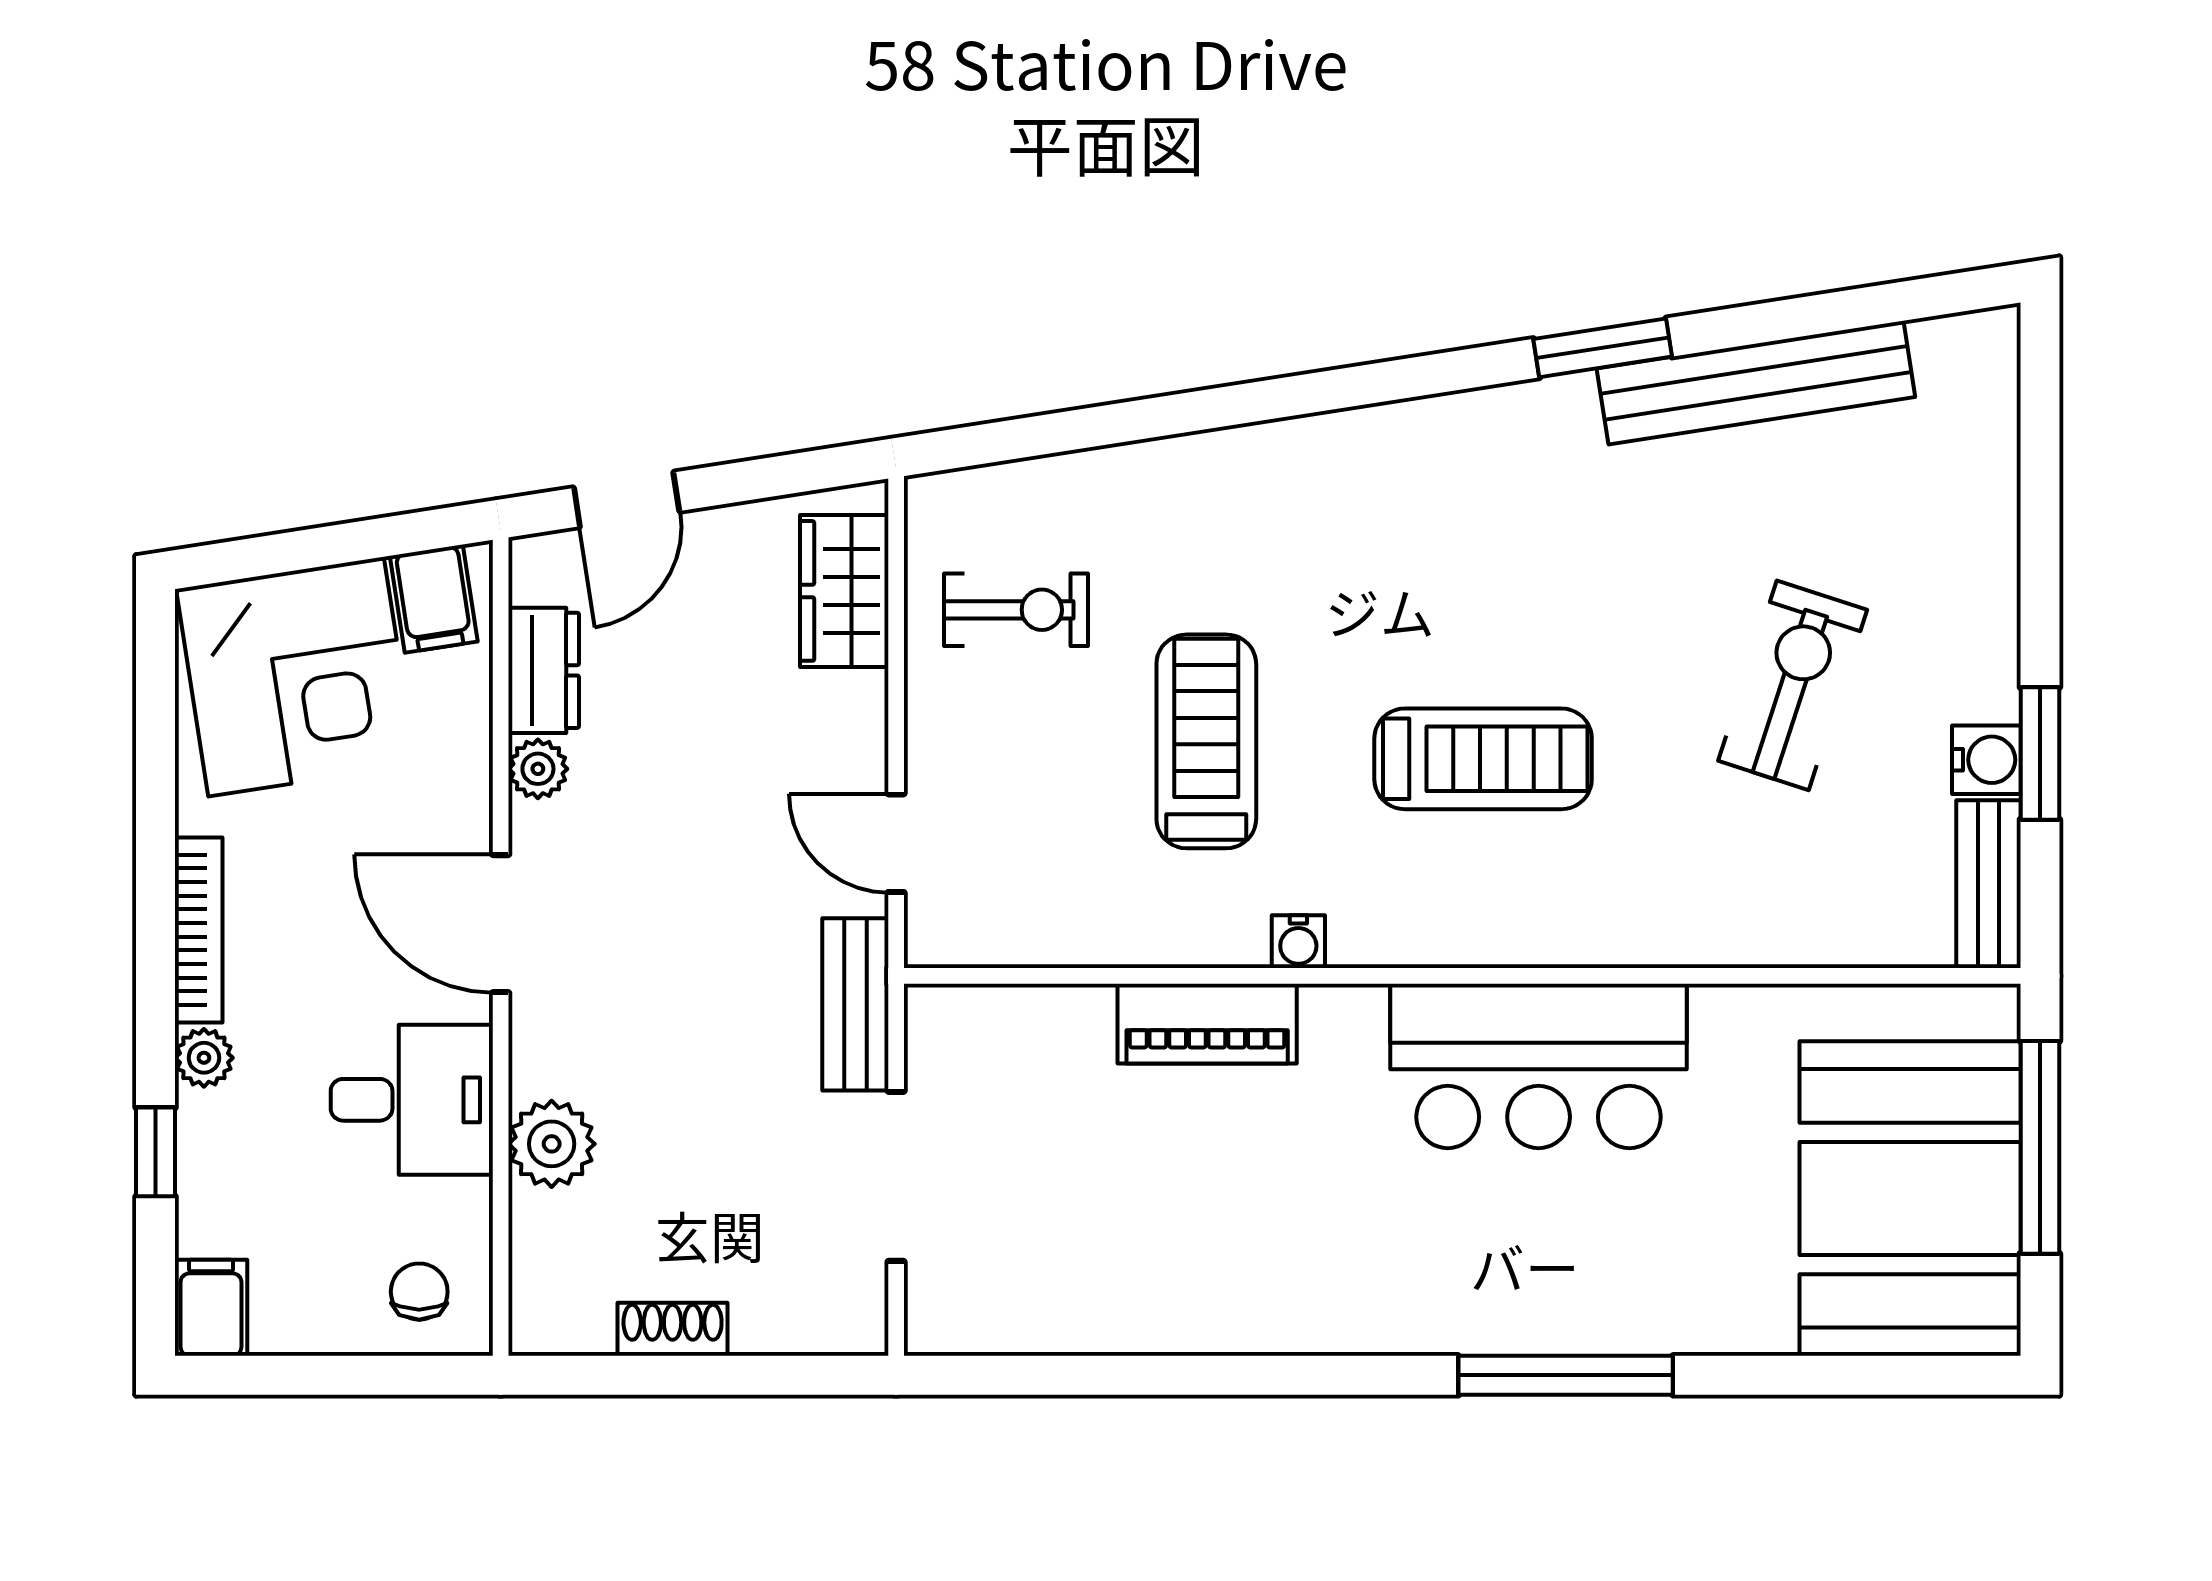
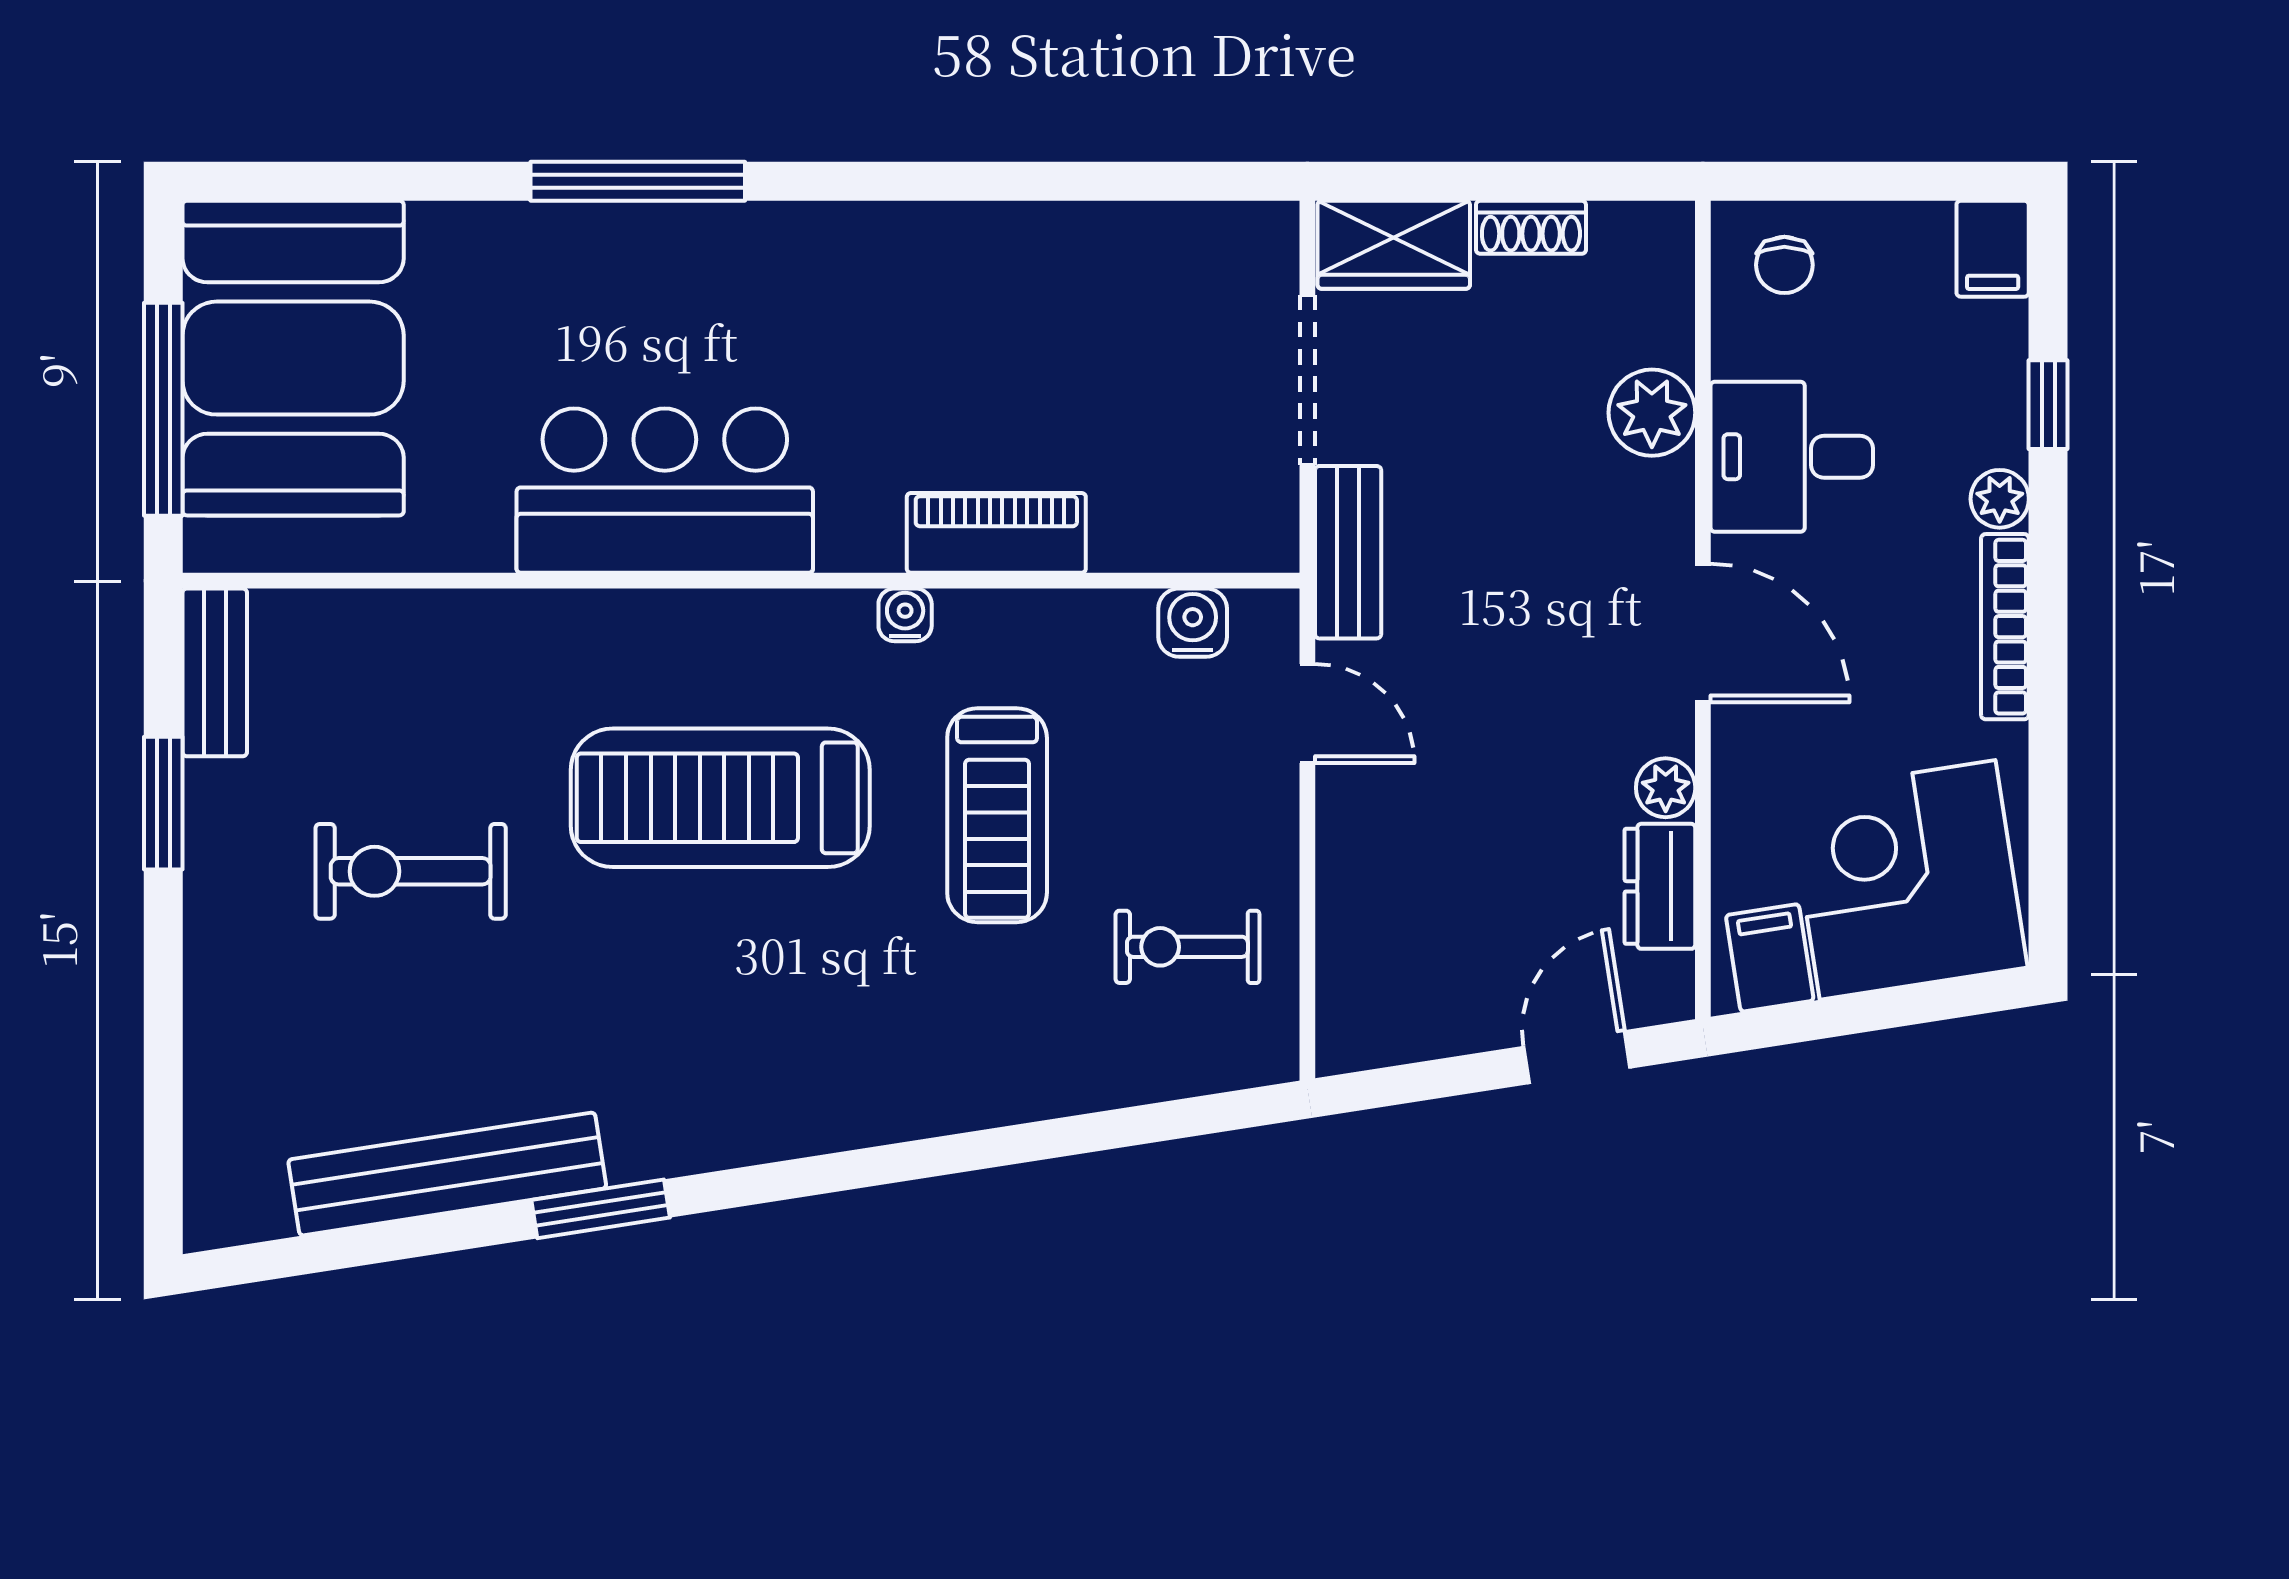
wardrobe: (844, 591) -> (1394, 245), moved, turned 90
exercise bike: (1793, 685) -> (411, 871), turned 72
treadmill: (1483, 759) -> (720, 798), width x1.37, depth x1.38
water cooler: (1986, 760) -> (1193, 623), moved, turned 90

